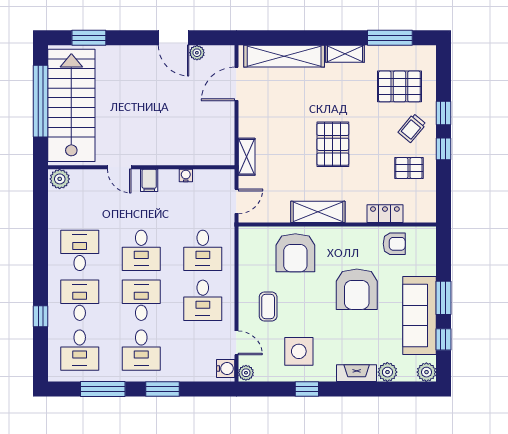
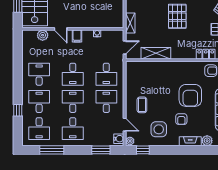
plant: (60, 179) -> (43, 35), moved
shelving: (318, 212) -> (156, 53), moved
armchair: (295, 253) -> (181, 119), moved, width x0.53, depth x0.53
desk: (203, 300) -> (106, 101), turned 180
window: (163, 389) -> (101, 150), moved
window: (307, 389) -> (143, 150), moved

